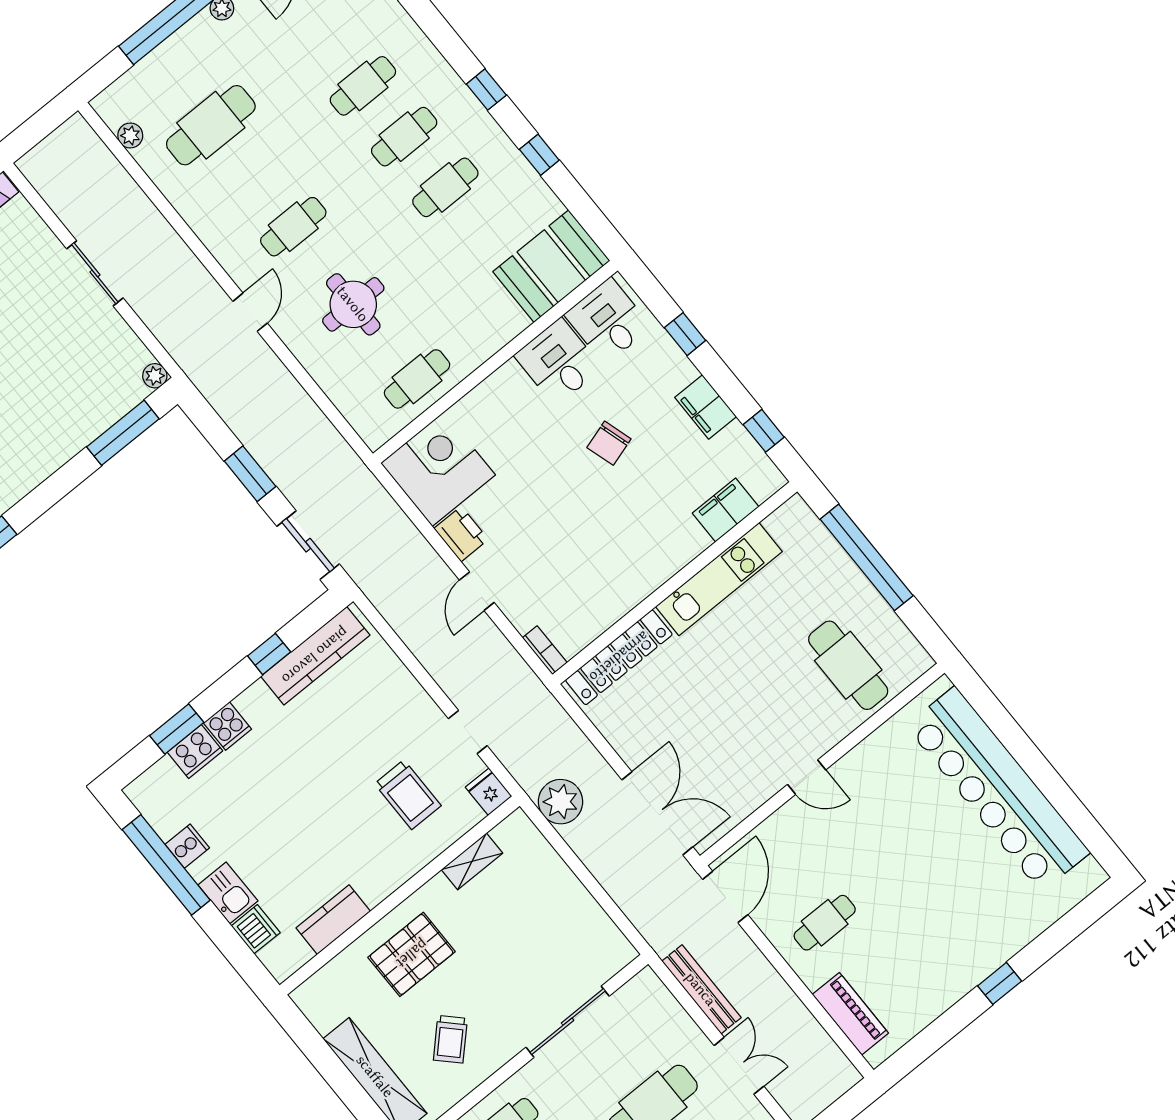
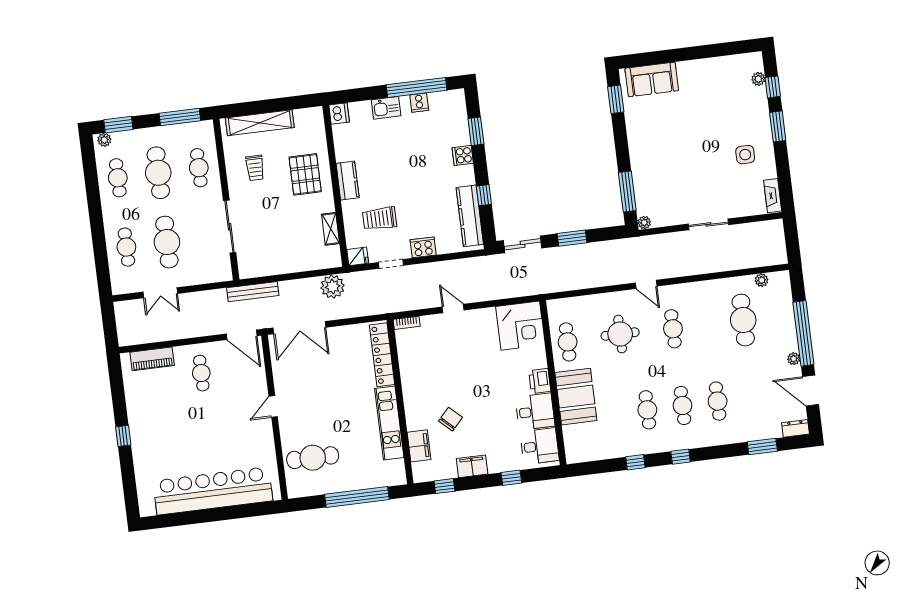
booth: (551, 266) -> (576, 397), moved
chair: (609, 443) -> (451, 419), moved, turned 60
printer: (461, 534) -> (540, 381), moved, turned 90
cooker: (195, 752) -> (423, 247), moved, turned 90
kitchen counter: (333, 920) -> (348, 181), moved
dishwasher: (256, 929) -> (339, 114), moved, turned -90
bench: (701, 989) -> (253, 292), moved
trolley: (450, 1039) -> (255, 168), turned -135

